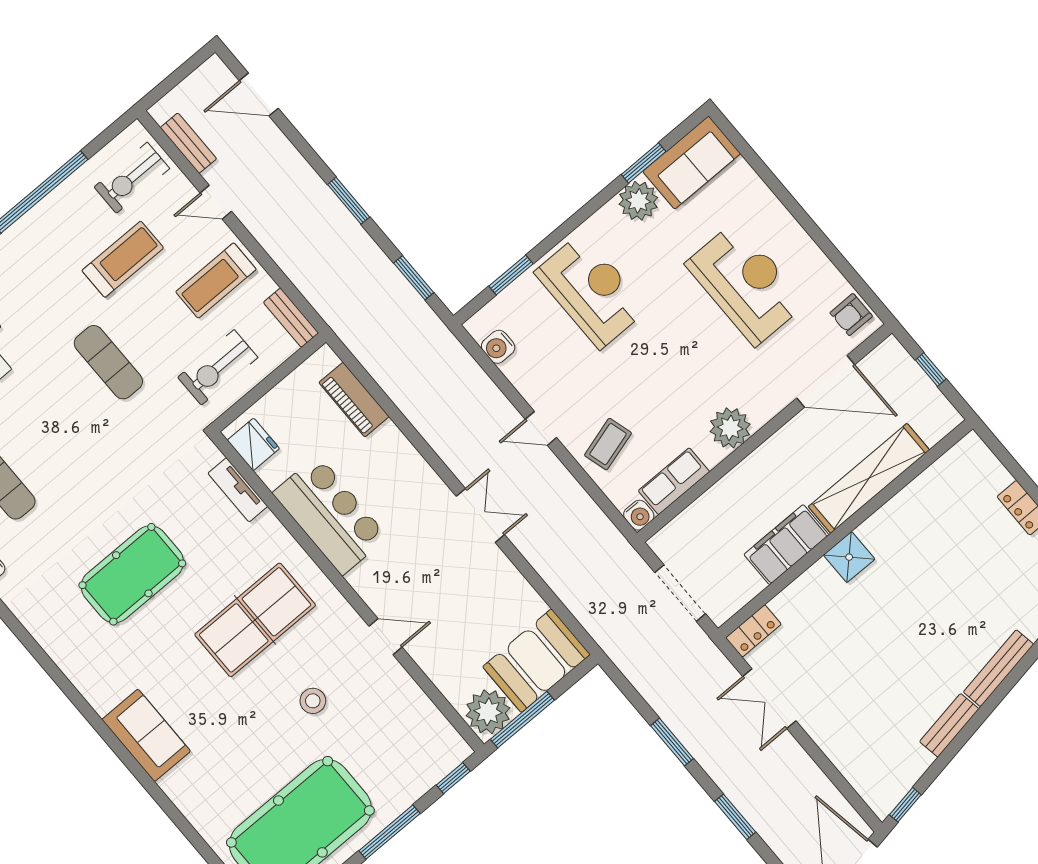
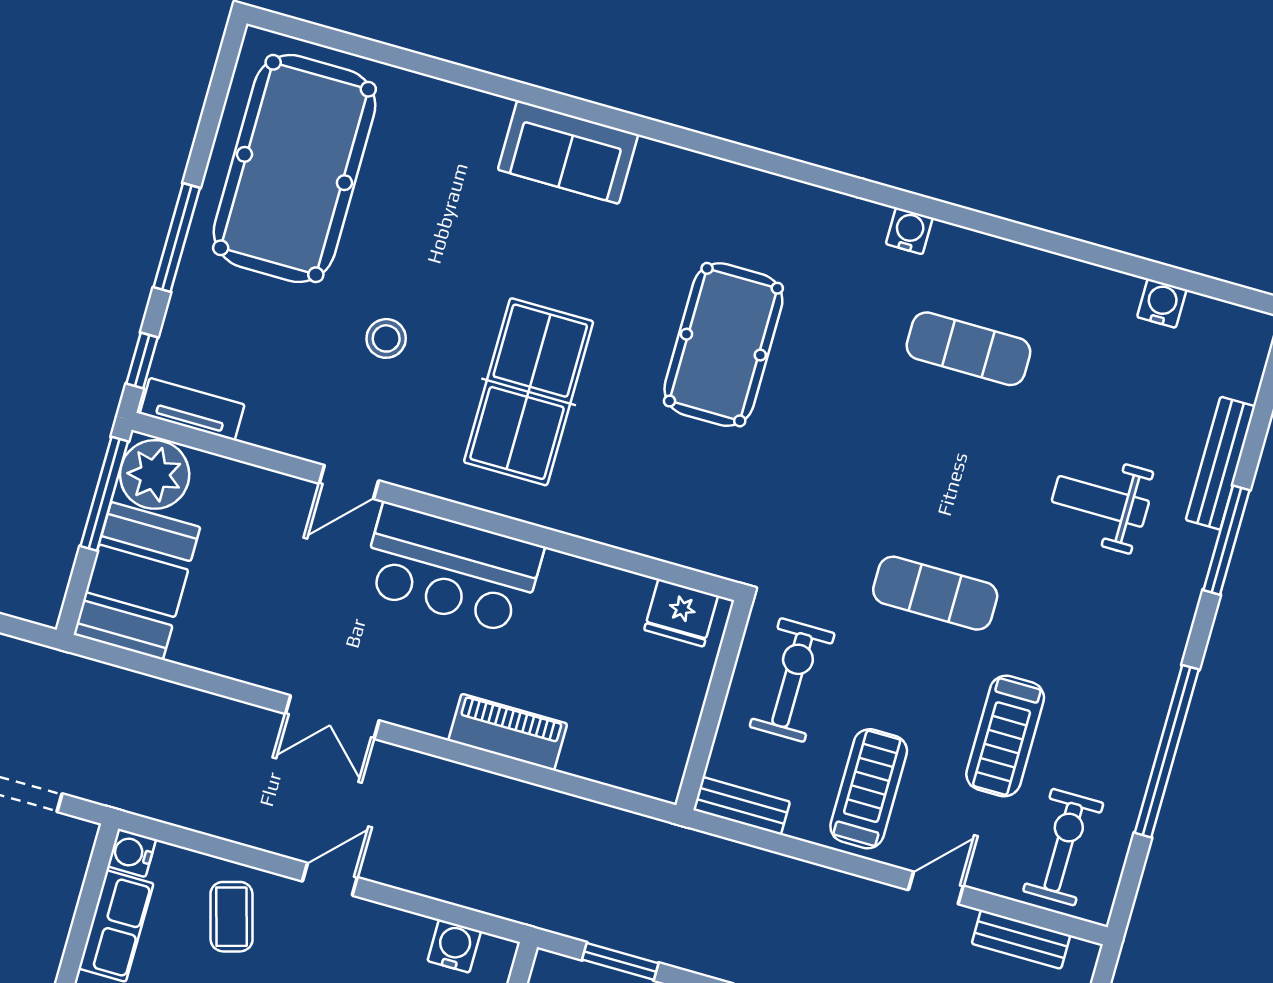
piano: (354, 400) -> (508, 732), moved
tv unit: (238, 490) -> (192, 409), moved
bar counter: (330, 515) -> (452, 569), moved

